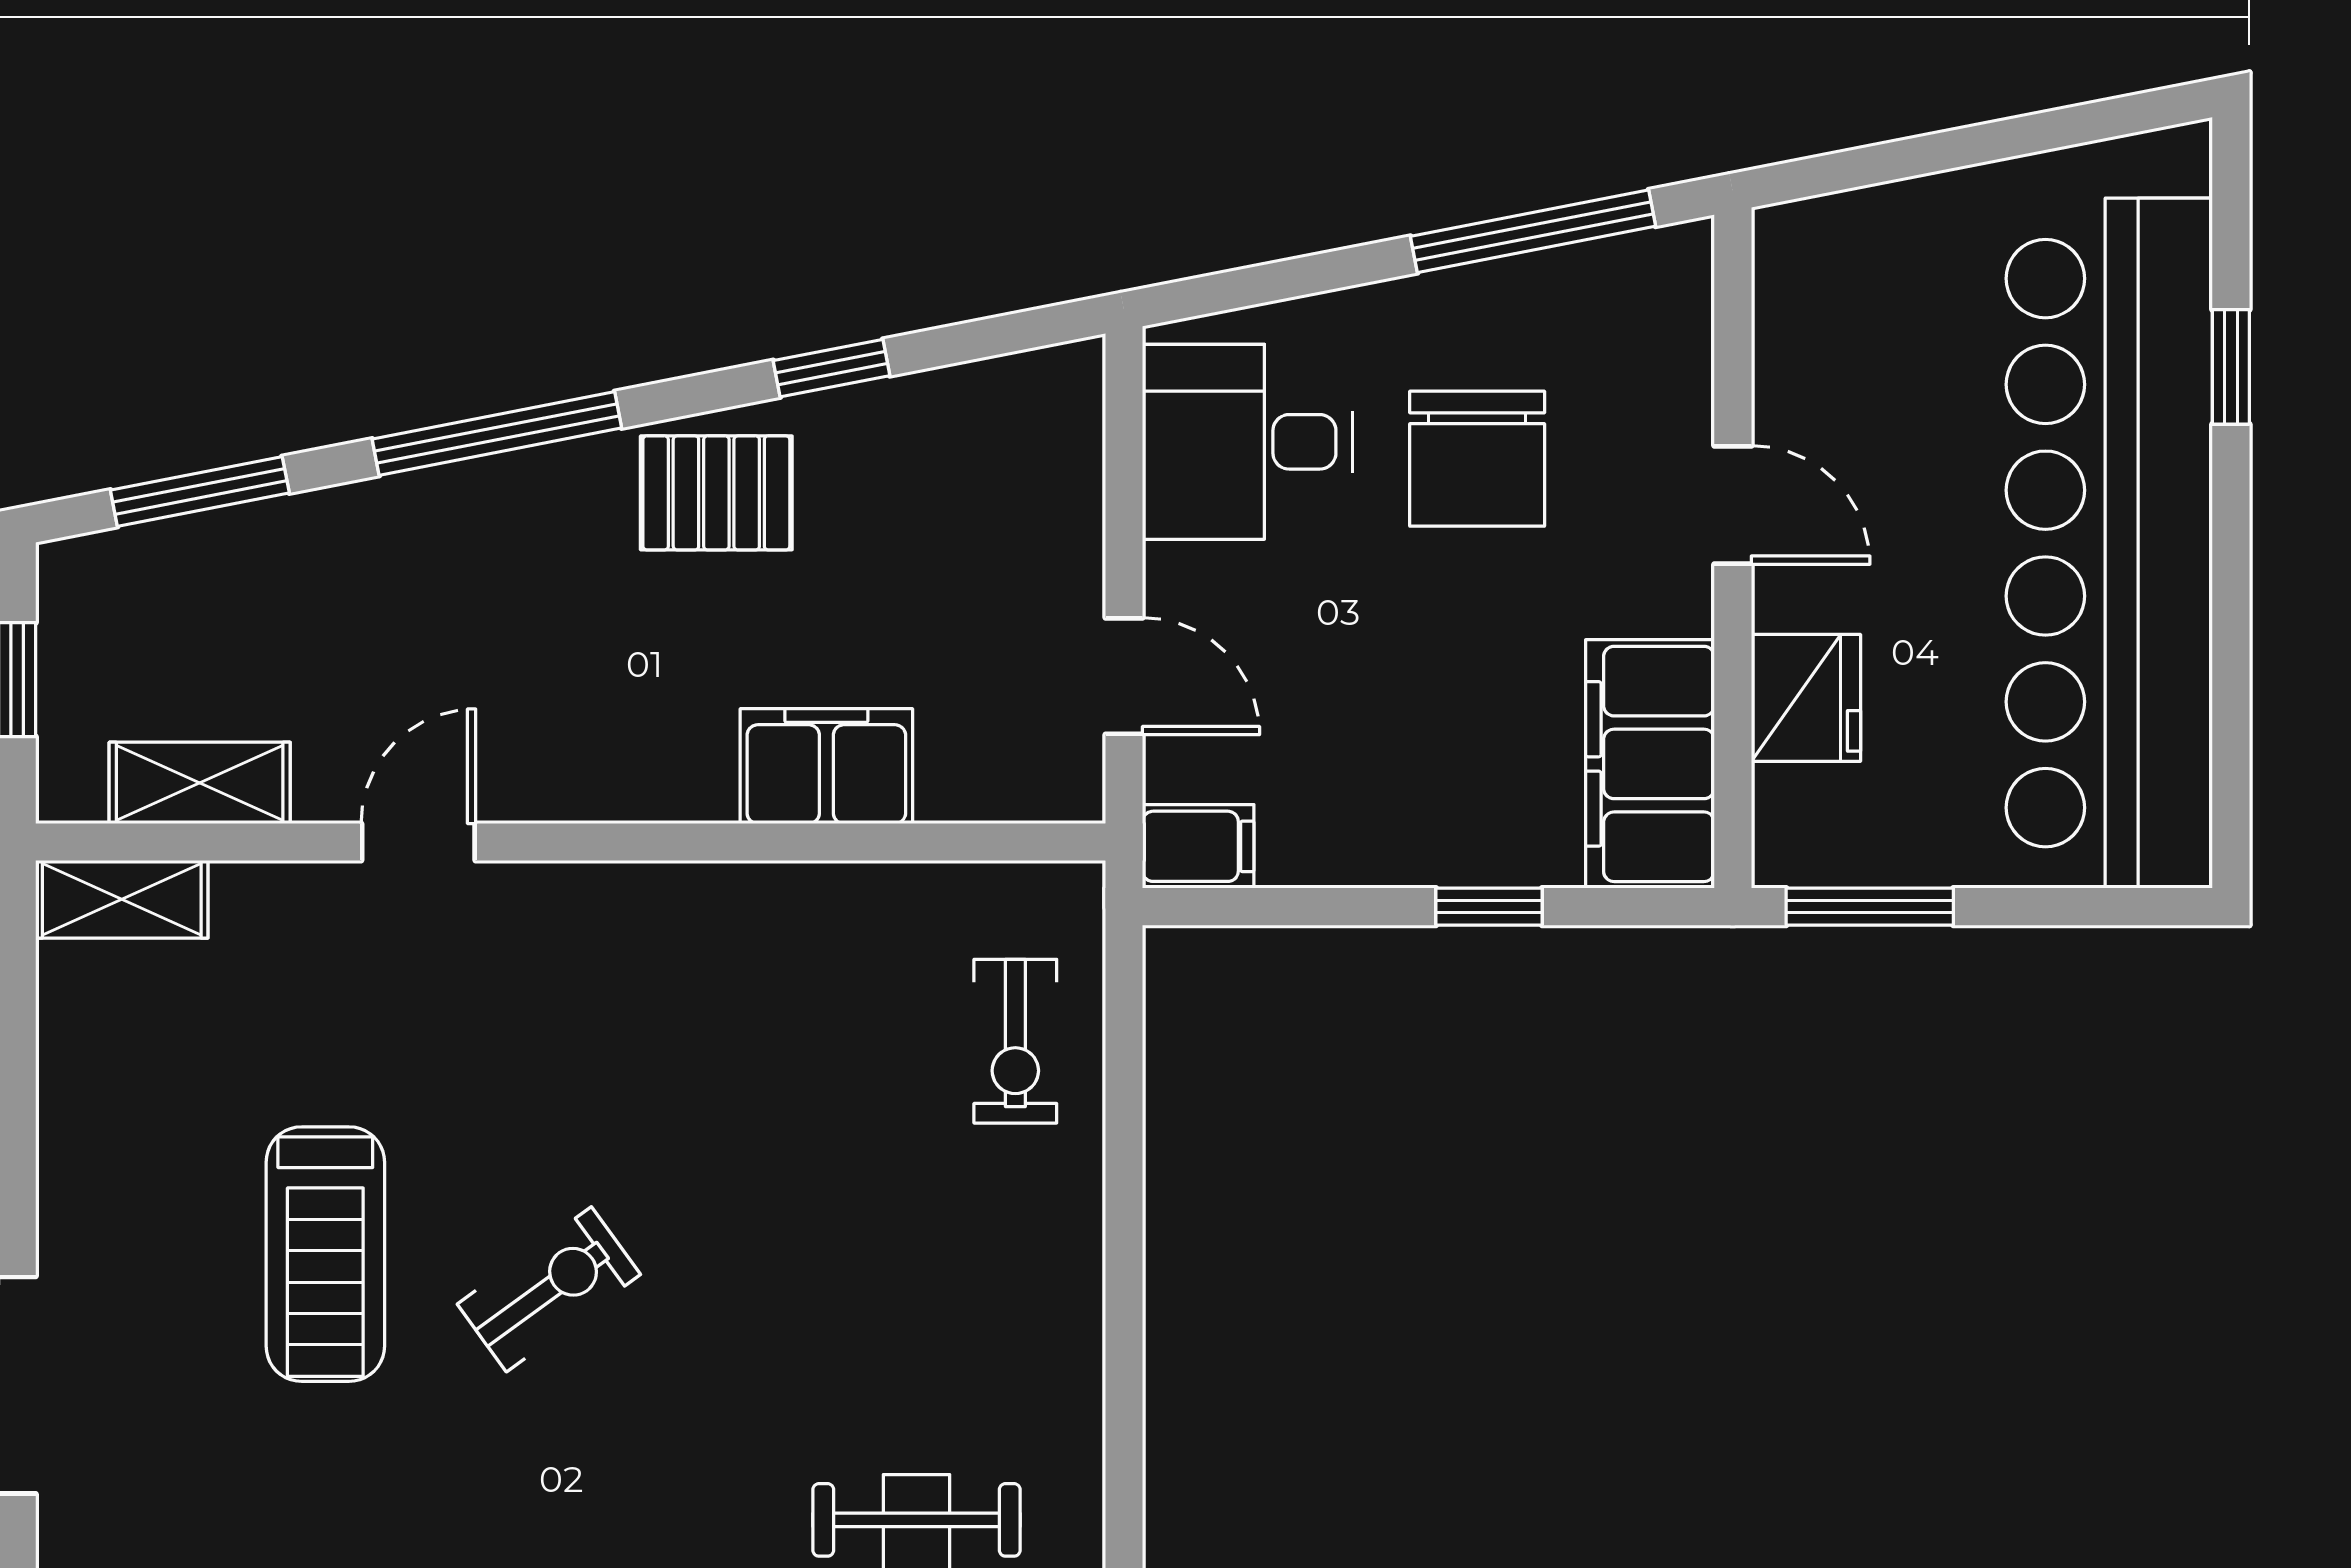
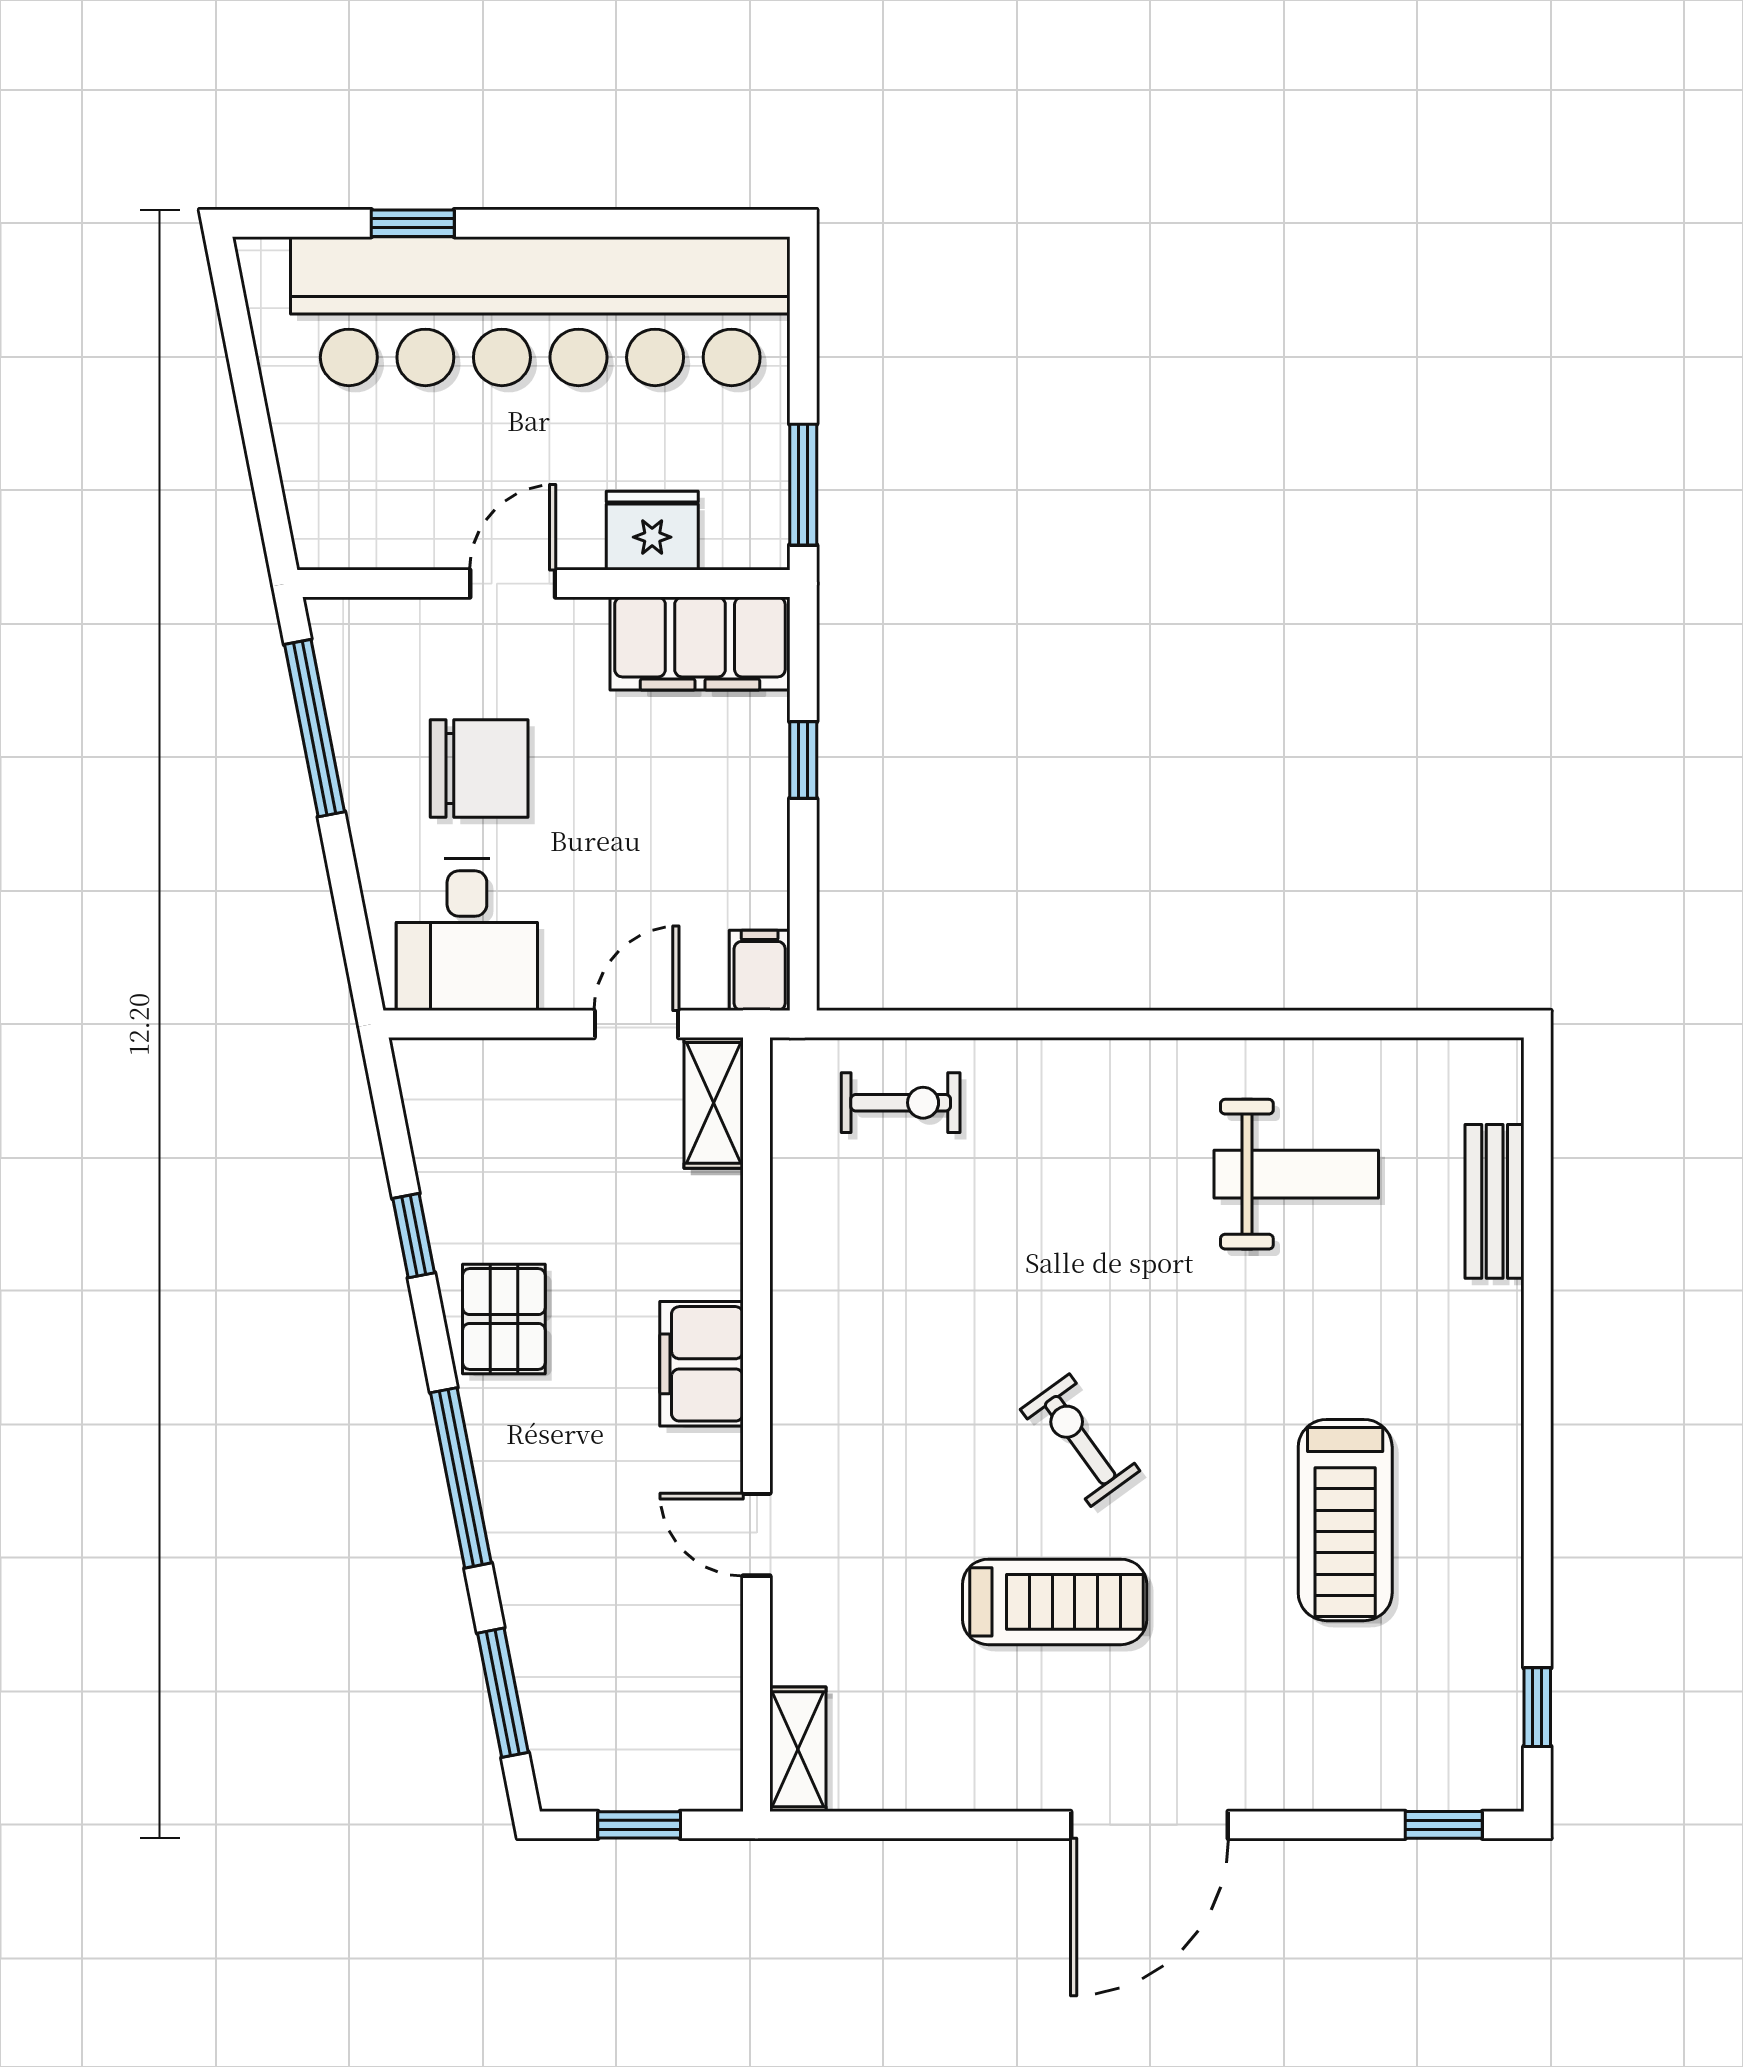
filing cabinet: (826, 766) -> (702, 1364), moved
shelving: (200, 783) -> (714, 1103), moved

